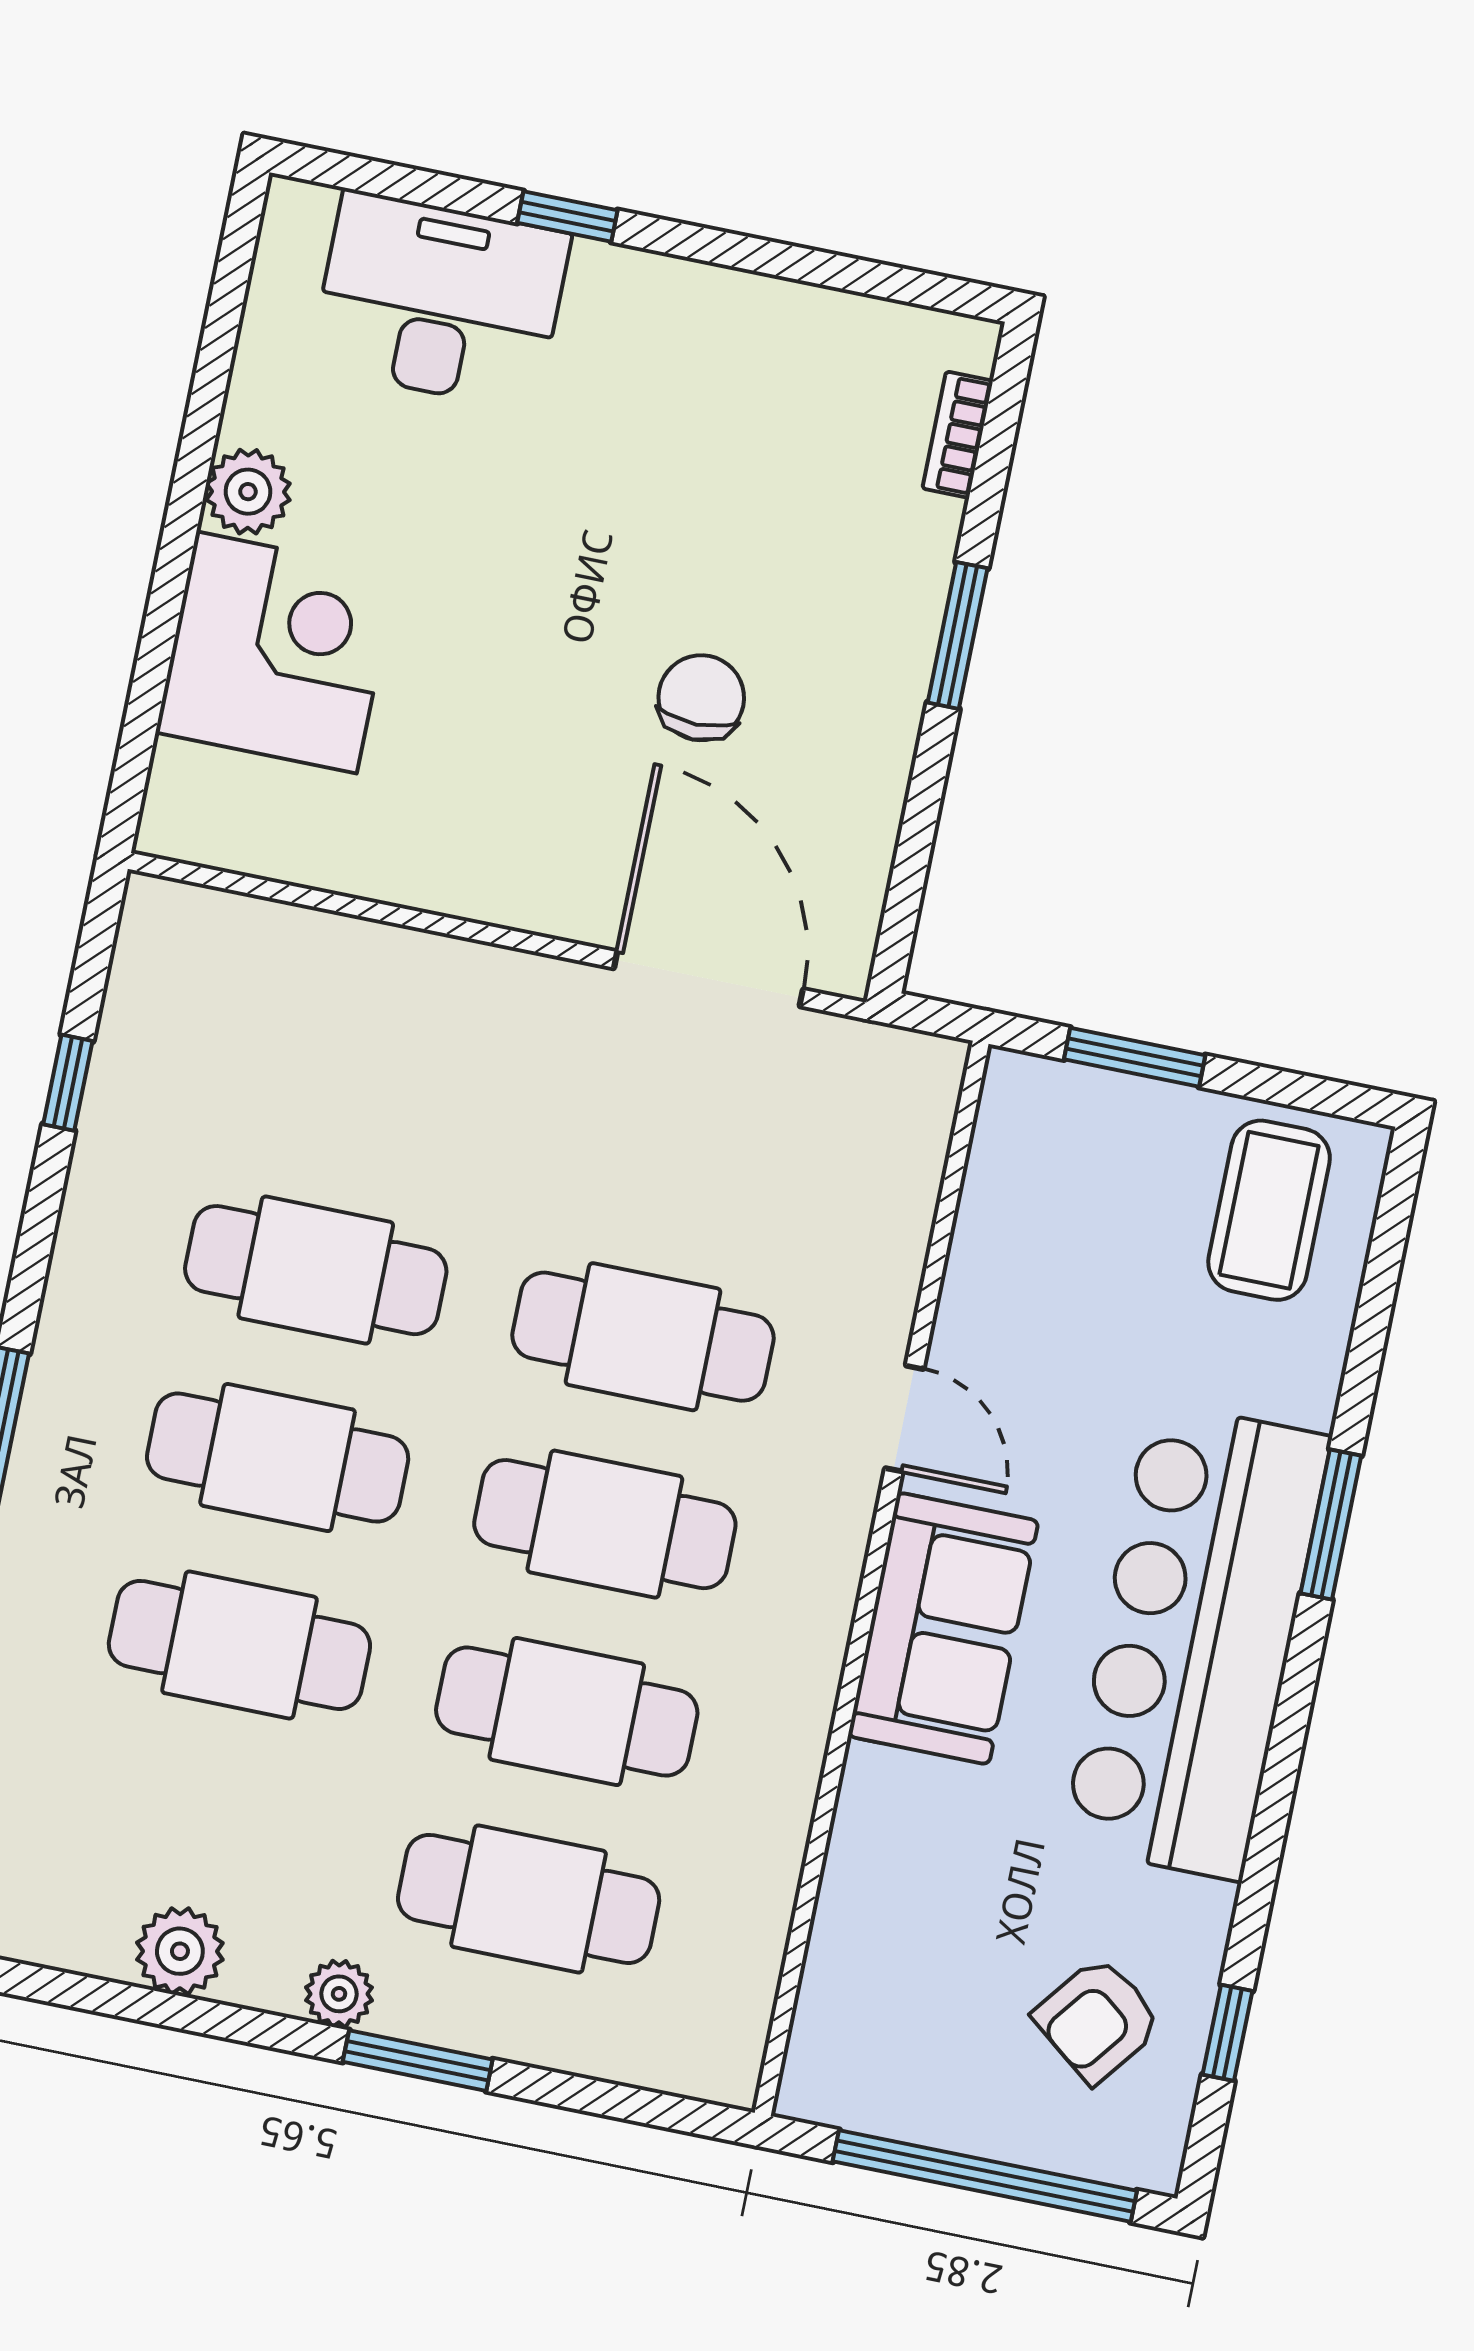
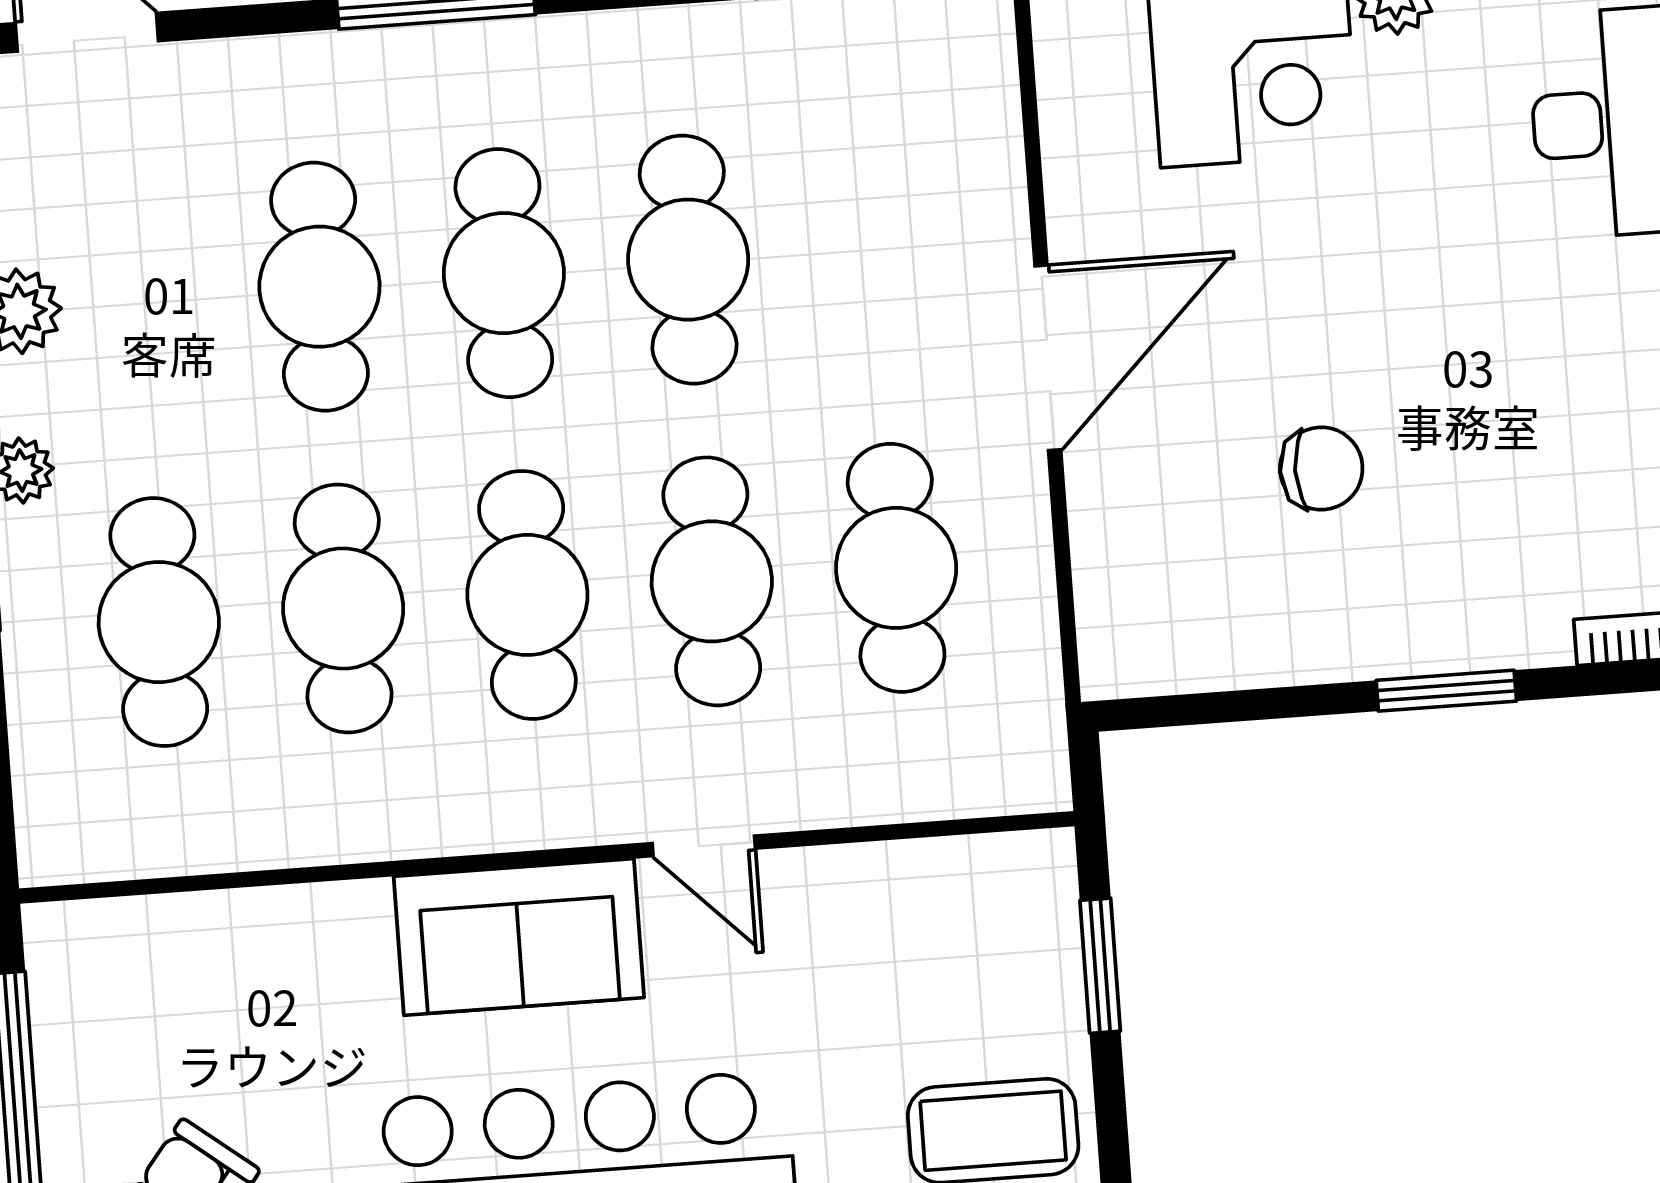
door: (708, 979) -> (1048, 358), moved
cafe table: (681, 1149) -> (896, 568), added
door: (904, 1419) -> (704, 846), hinge flipped

